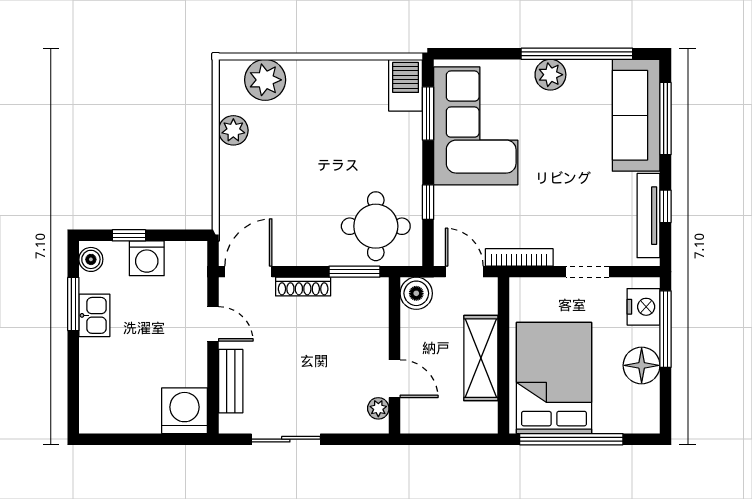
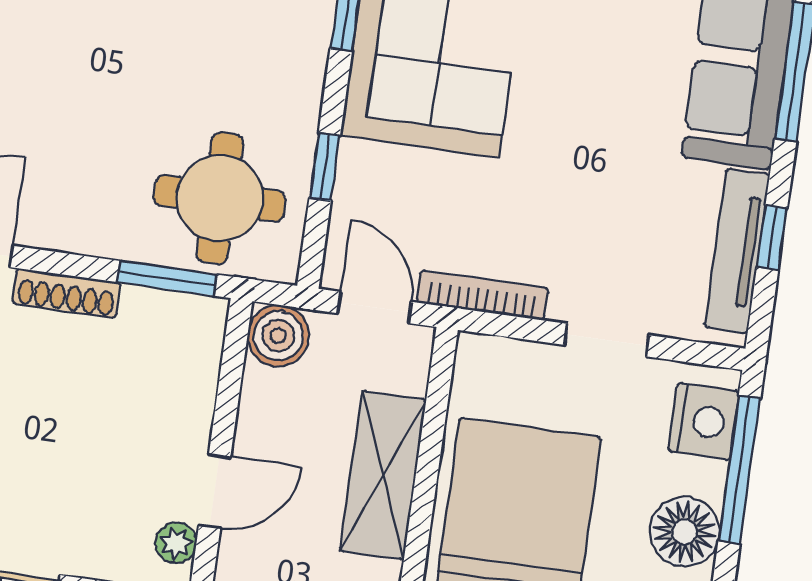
door: (395, 379) -> (215, 491), hinge flipped

